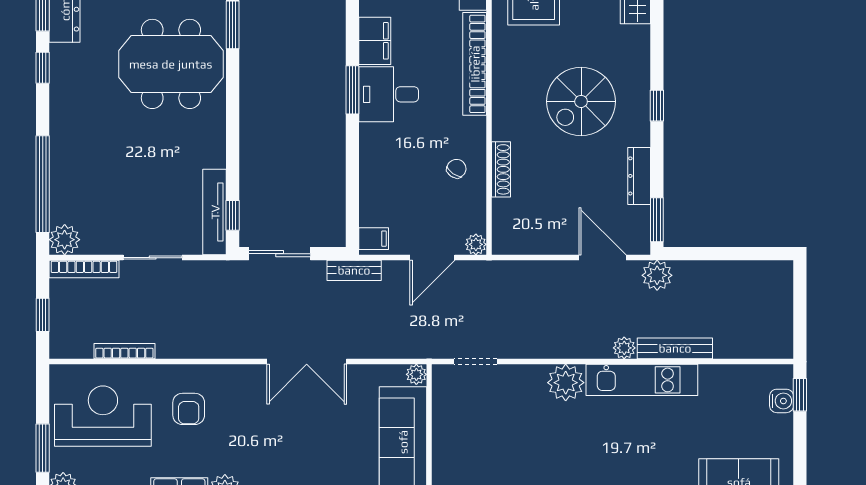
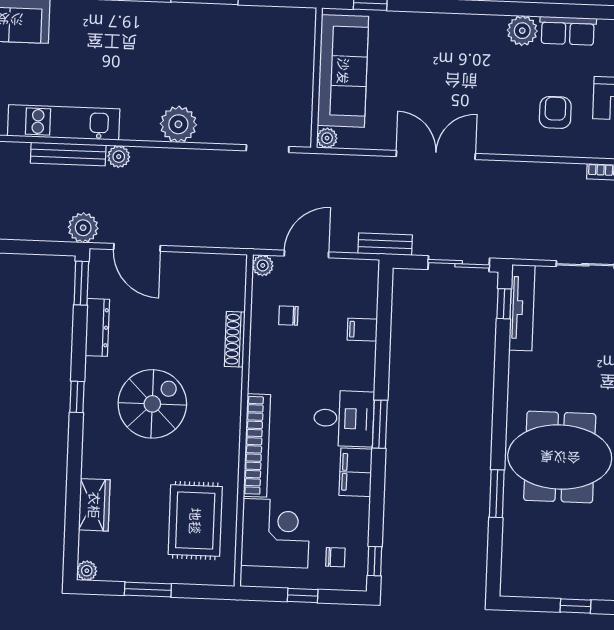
chair: (456, 169) -> (288, 316), moved, turned 55
filing cabinet: (374, 239) -> (362, 330), moved
kitchen unit: (642, 380) -> (64, 122), moved

